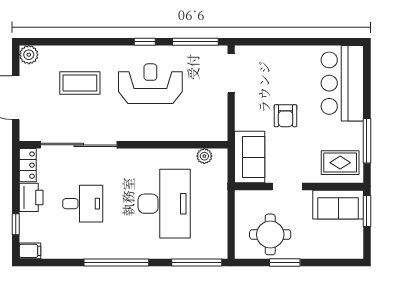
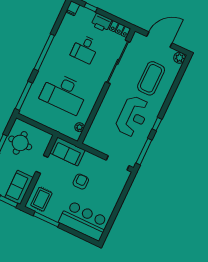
coffee table: (80, 83) -> (151, 78), width x1.36, depth x1.32
armchair: (286, 116) -> (81, 182), turned 90

